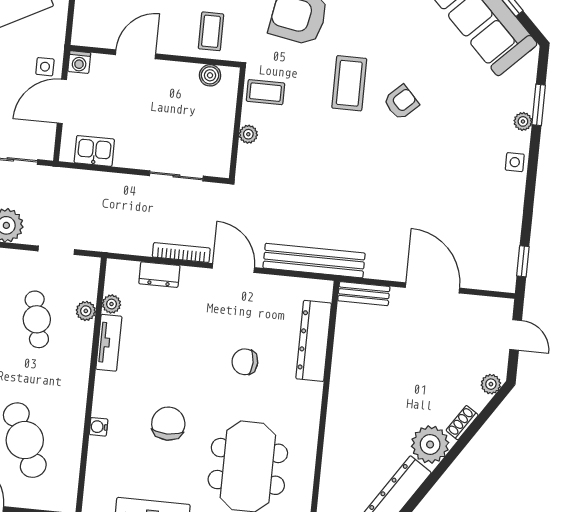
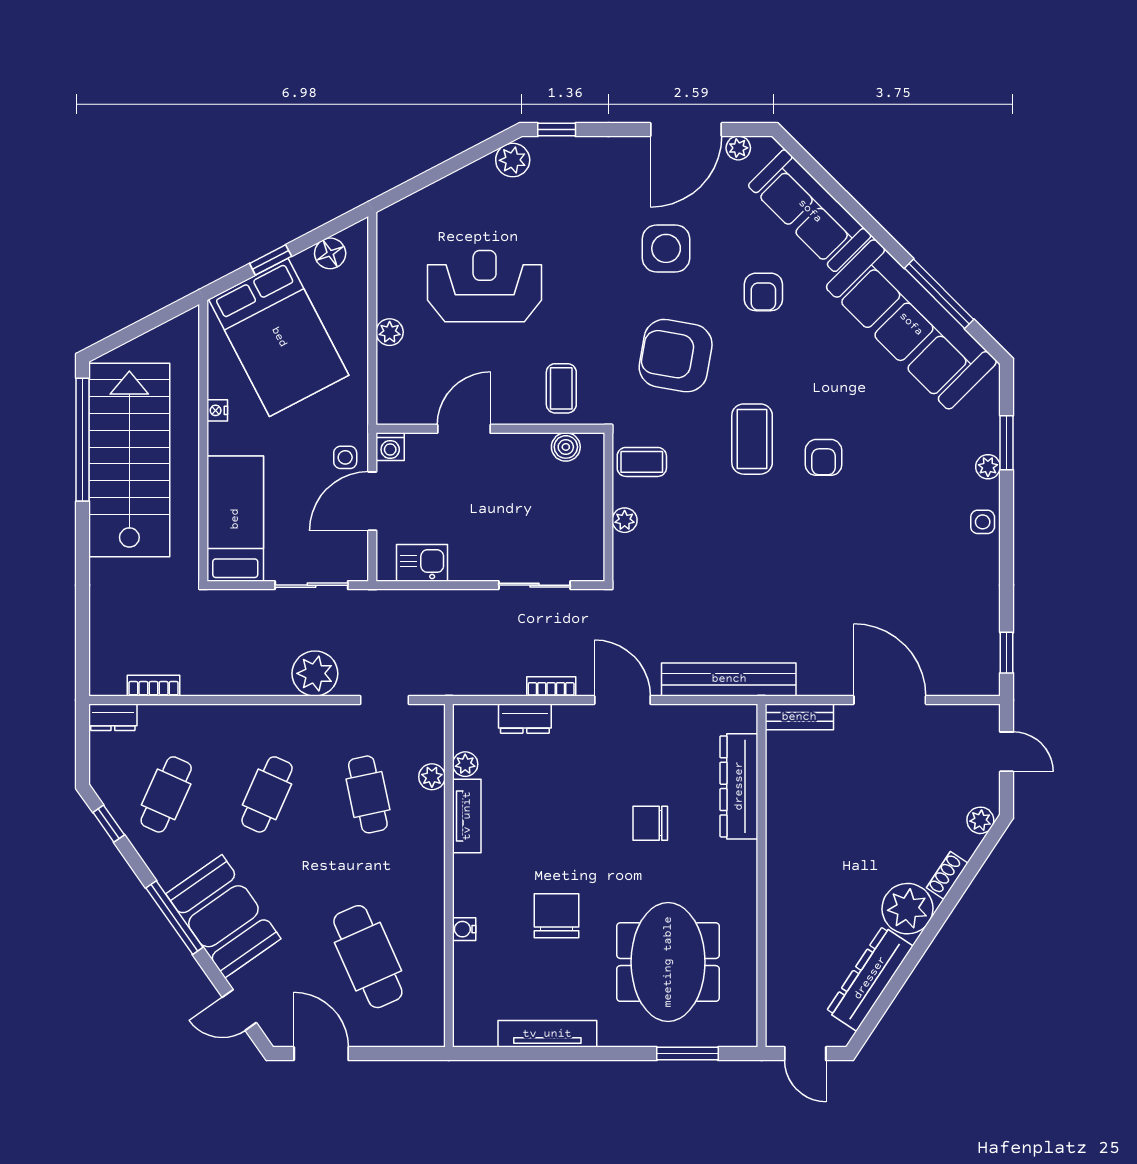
armchair: (401, 102) -> (823, 457), turned 133
bookcase: (181, 253) -> (551, 686), width x0.64

